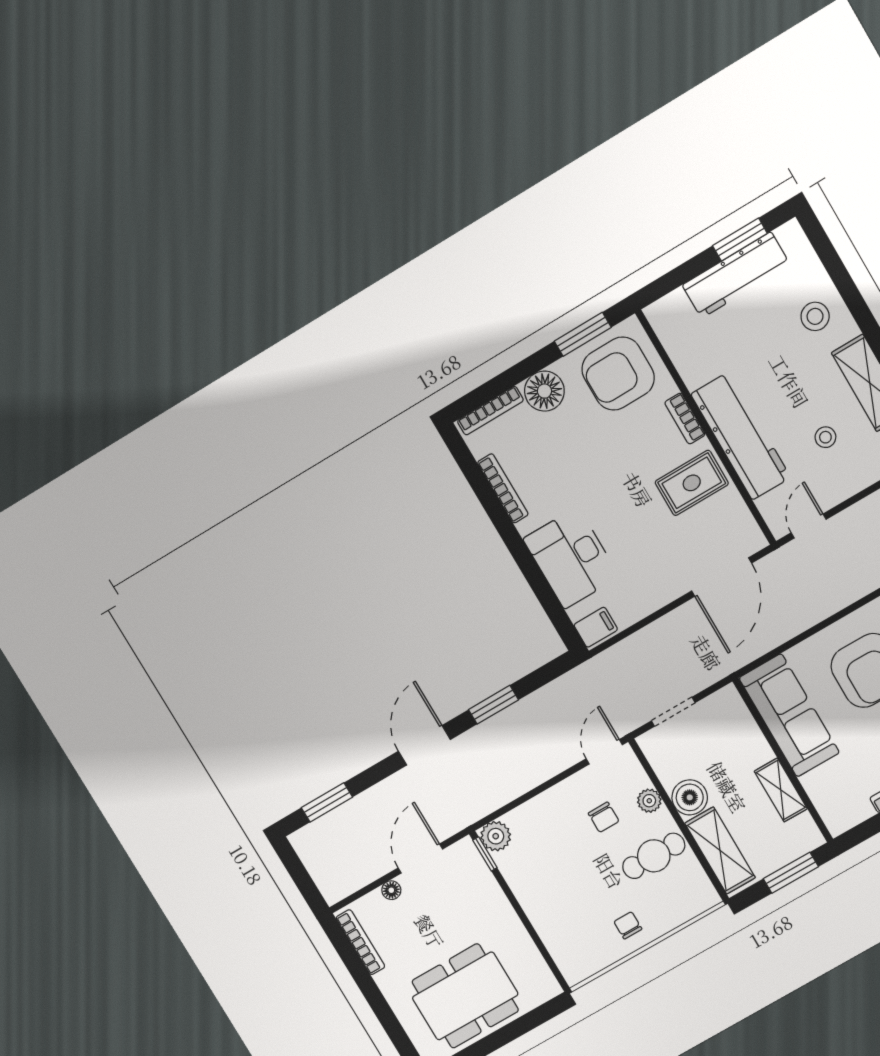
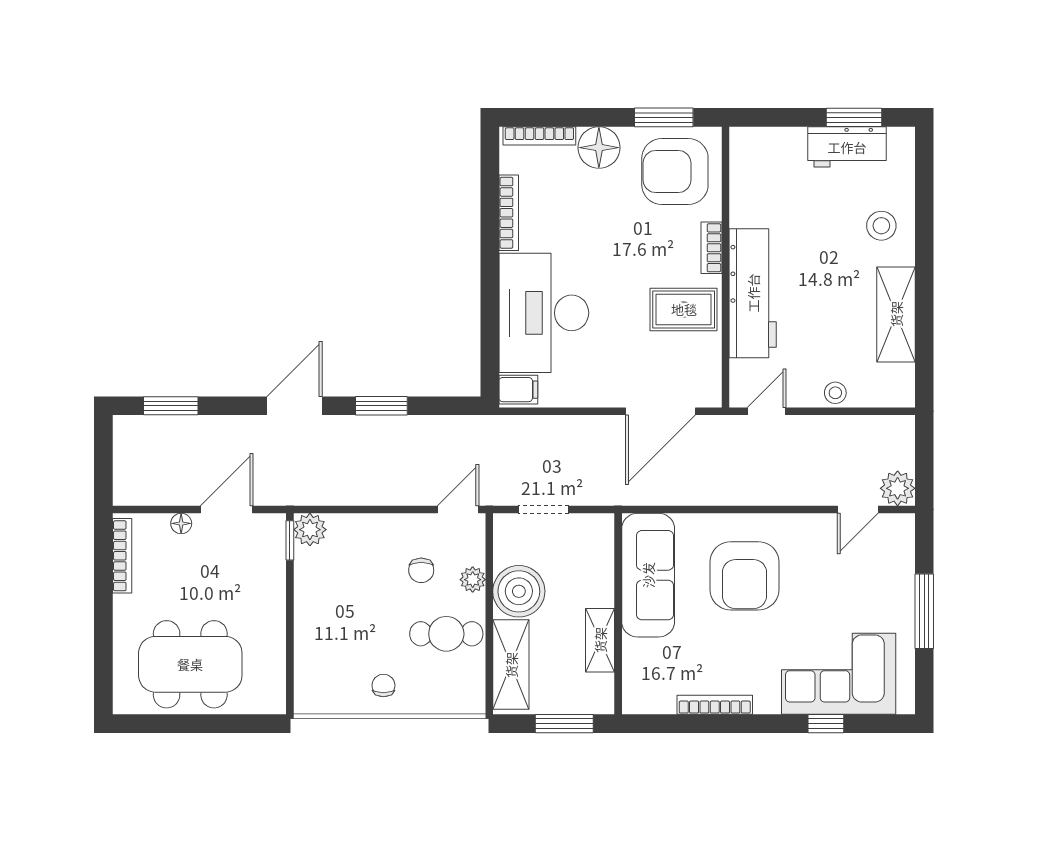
workbench: (736, 275) -> (847, 147), width x0.73
stool: (825, 437) -> (835, 393), moved
desk: (571, 558) -> (544, 313), width x1.36, depth x1.30
boiler: (690, 797) -> (519, 591), width x1.37, depth x1.37

